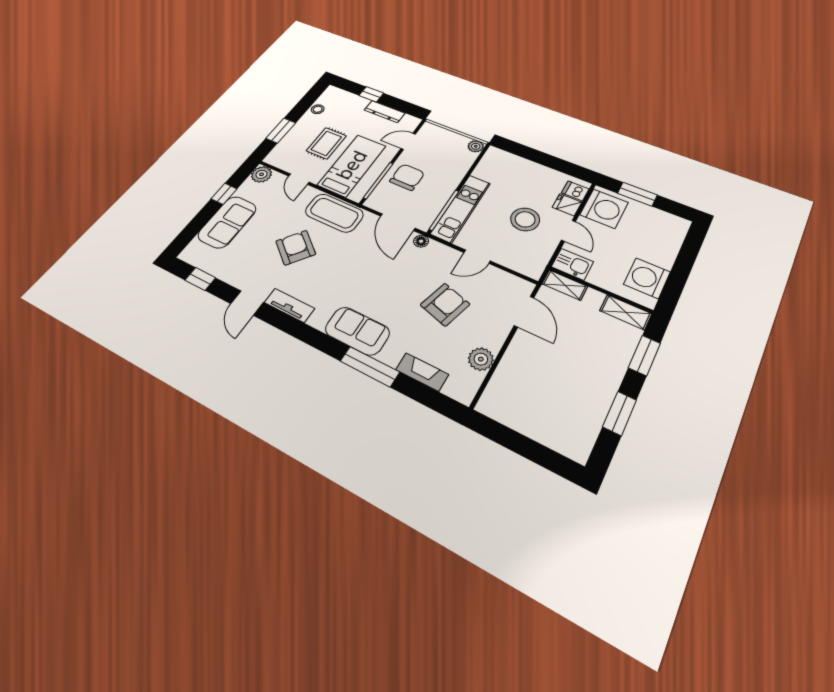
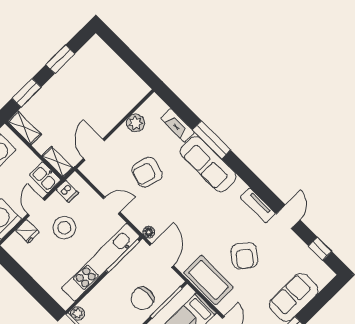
dishwasher: (575, 191) -> (67, 191), moved
kitchen unit: (461, 208) -> (101, 262), width x1.36
sofa: (357, 331) -> (208, 164), width x1.36

